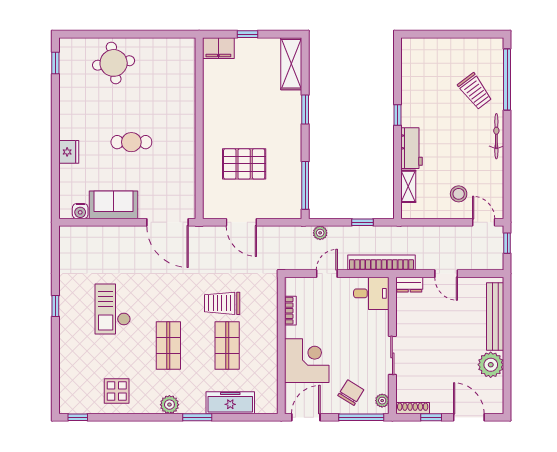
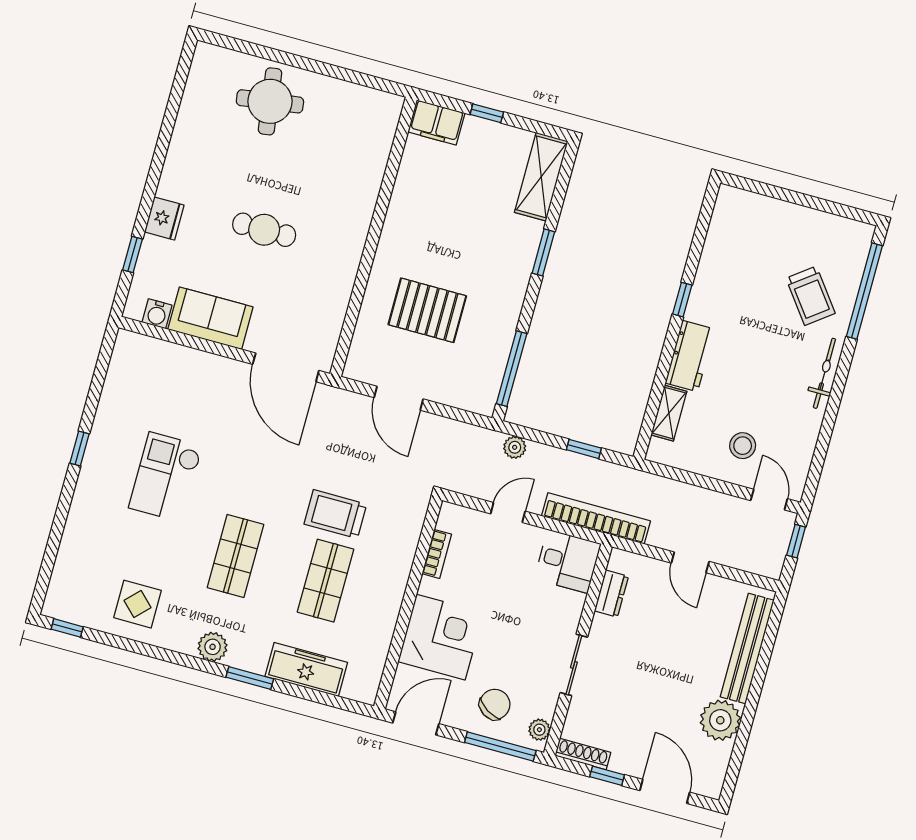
window: (55, 63) -> (132, 255), moved
dresser: (409, 285) -> (611, 594), moved, turned -90

